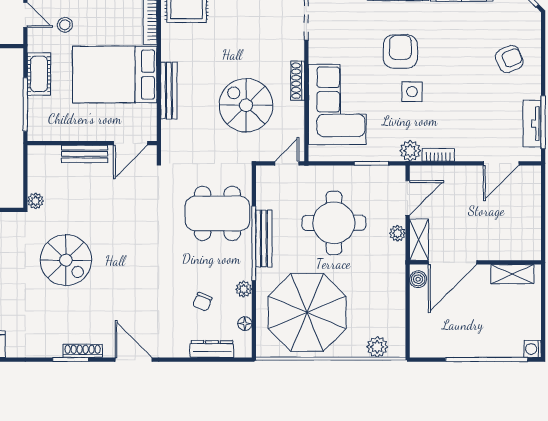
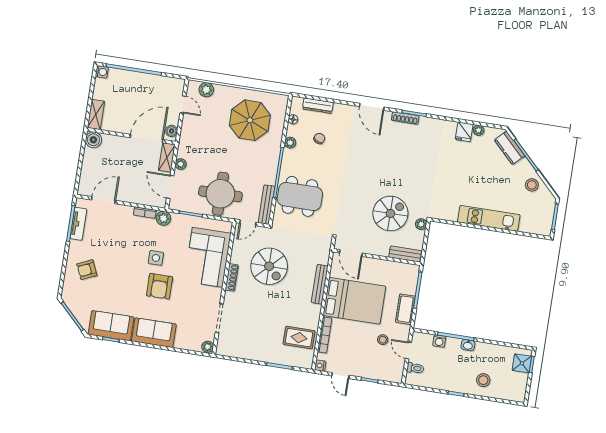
door: (131, 143) -> (351, 253), swing flipped
bench: (85, 154) -> (405, 254), moved
door: (408, 198) -> (170, 187), hinge flipped
round table: (334, 223) -> (220, 194), moved
bench: (264, 239) -> (266, 205), moved
boiler: (529, 249) -> (93, 140), added
spiral stairs: (66, 260) -> (390, 213), moved, turned 90
shelving: (512, 274) -> (96, 114), moved, turned 90
parasol: (307, 312) -> (250, 120), width x0.73, depth x0.73
door: (408, 320) -> (183, 104), added

